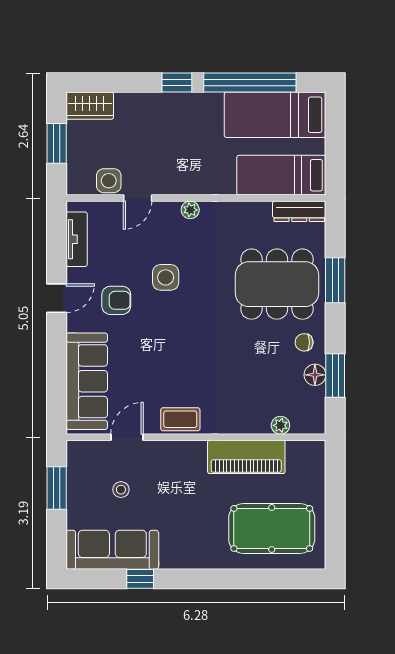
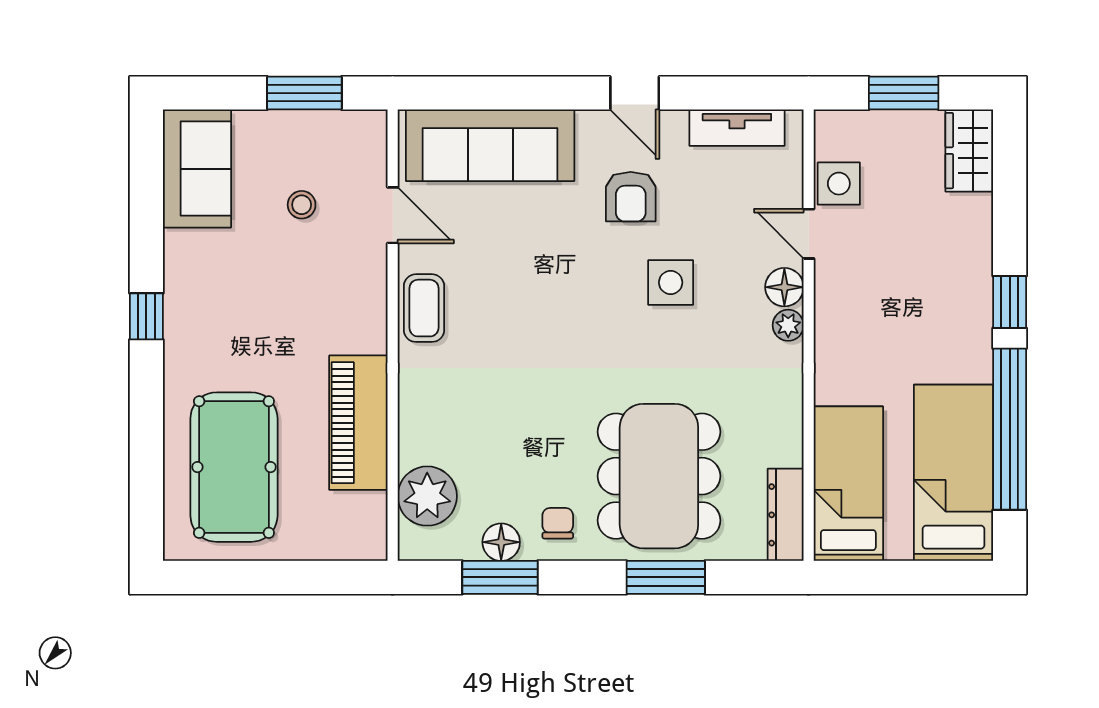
floor lamp: (168, 212) -> (784, 287), added
plant: (280, 425) -> (427, 496), width x1.88, depth x1.88
sofa: (112, 550) -> (197, 169), width x0.73
window: (140, 579) -> (146, 316), moved

